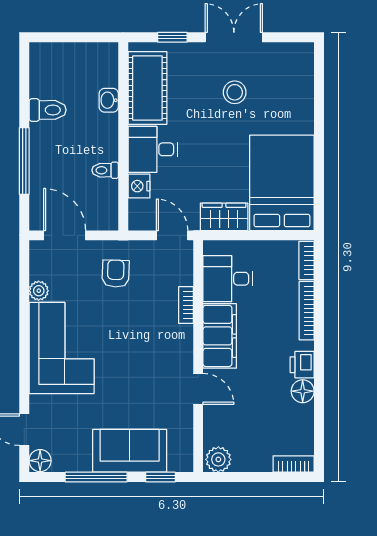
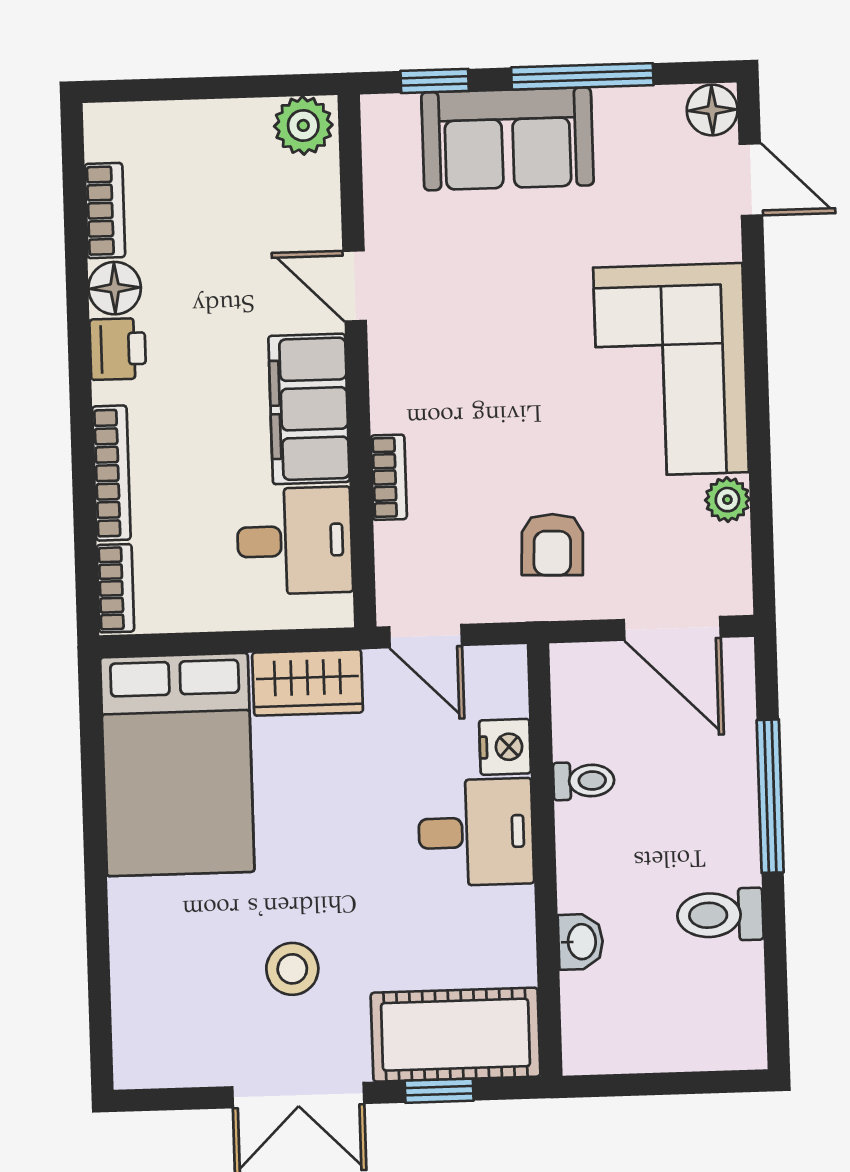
cot: (147, 88) -> (456, 1035), moved, turned 90
bookcase: (294, 464) -> (105, 211), moved, turned -90

